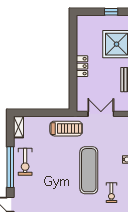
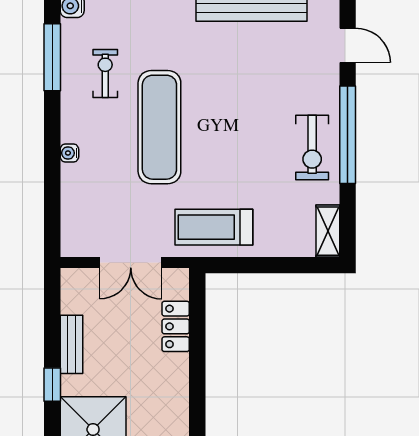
locker: (82, 66) -> (176, 326), moved
exercise bike: (25, 162) -> (312, 147), turned 180

